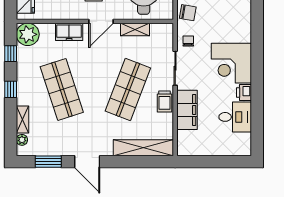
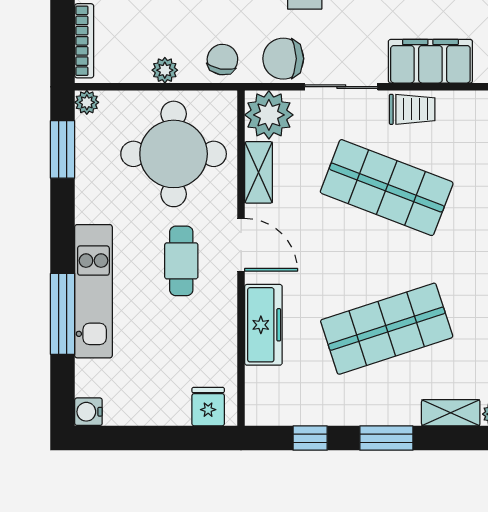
freezer: (69, 32) -> (263, 325), width x1.40
plant: (28, 34) -> (269, 115), moved
chair: (188, 41) -> (283, 59), width x1.87, depth x1.87
window: (11, 89) -> (386, 438), width x1.50

